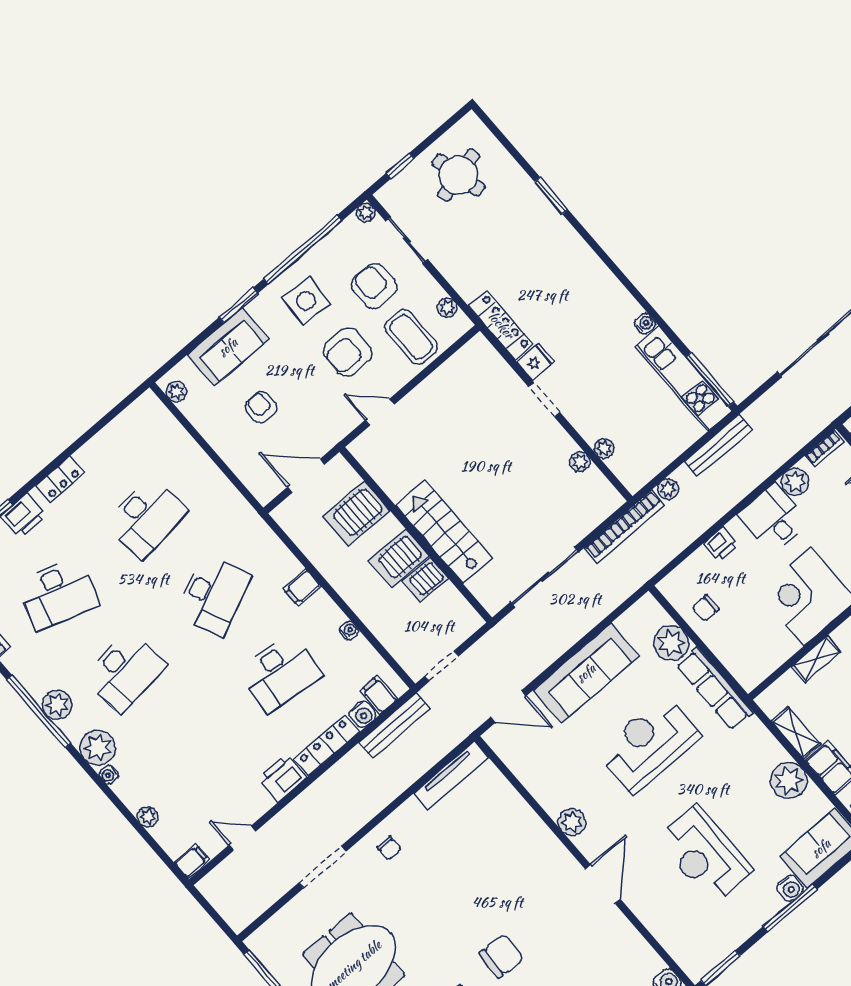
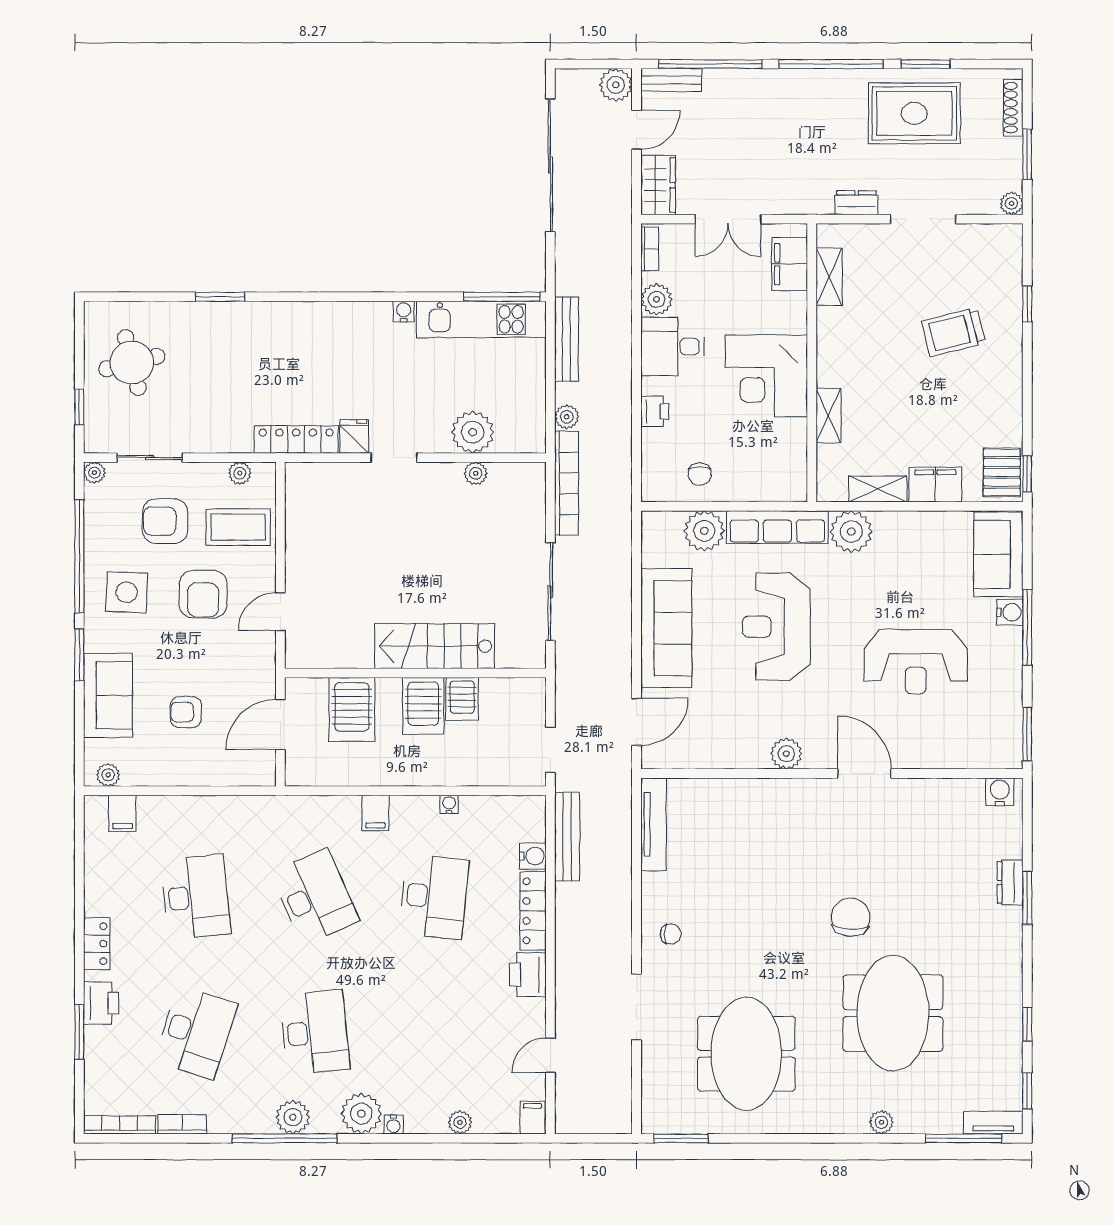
plant: (604, 448) -> (473, 432), width x1.88, depth x1.88
filing cabinet: (379, 695) -> (122, 813), moved, turned -90
plant: (789, 780) -> (851, 532), moved

